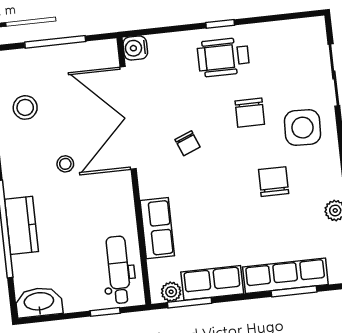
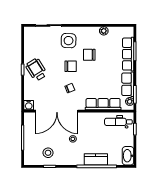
wheelchair: (223, 57) -> (36, 70), turned 148
chair: (250, 113) -> (71, 66), moved
row of seats: (157, 228) -> (103, 104), width x1.48

